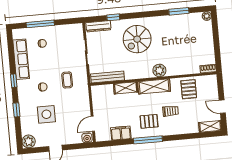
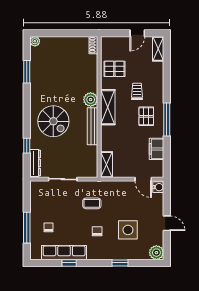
bench: (108, 77) -> (93, 126), moved
window: (14, 81) -> (69, 263), moved
shelving: (126, 88) -> (107, 165), moved

